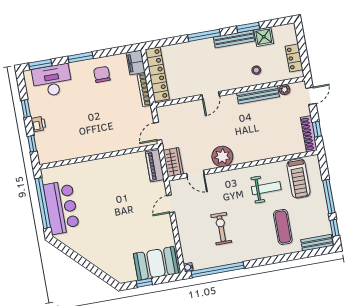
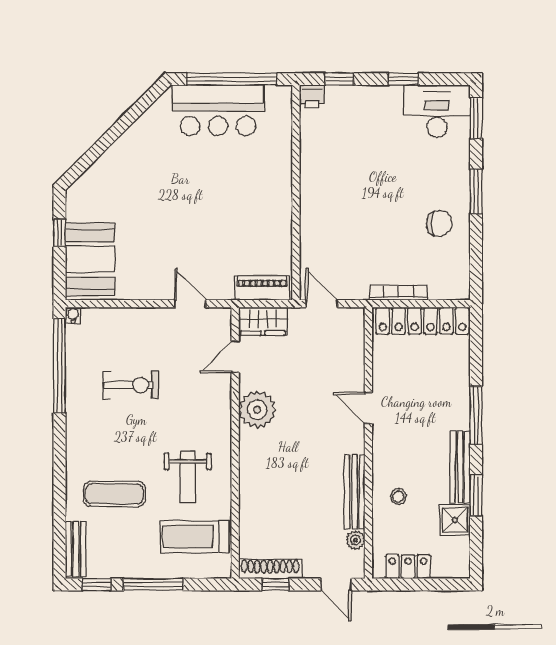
filing cabinet: (136, 62) -> (450, 287), removed
desk: (52, 81) -> (437, 111), moved, turned -90
printer: (38, 124) -> (312, 96), moved

